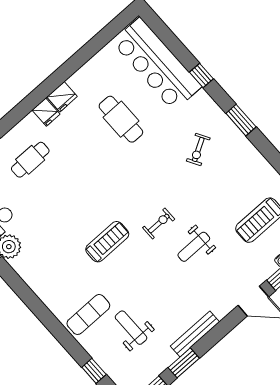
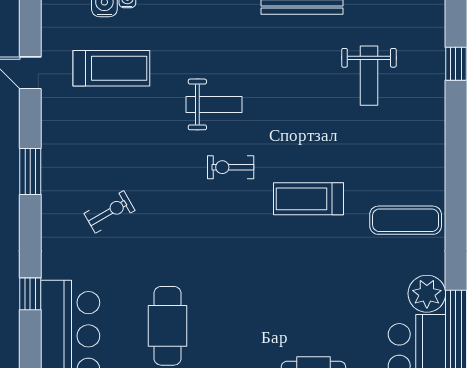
window: (241, 120) -> (30, 171), moved
exercise mat: (88, 314) -> (406, 220), moved

